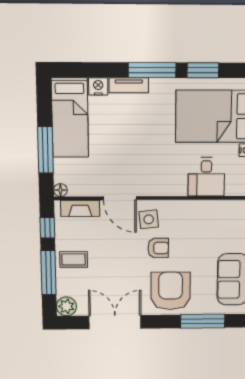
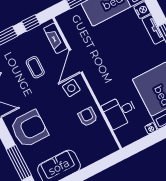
floor lamp: (60, 190) -> (61, 19), removed
armchair: (158, 248) -> (88, 117), moved, turned 180
coffee table: (74, 259) -> (35, 67), moved

